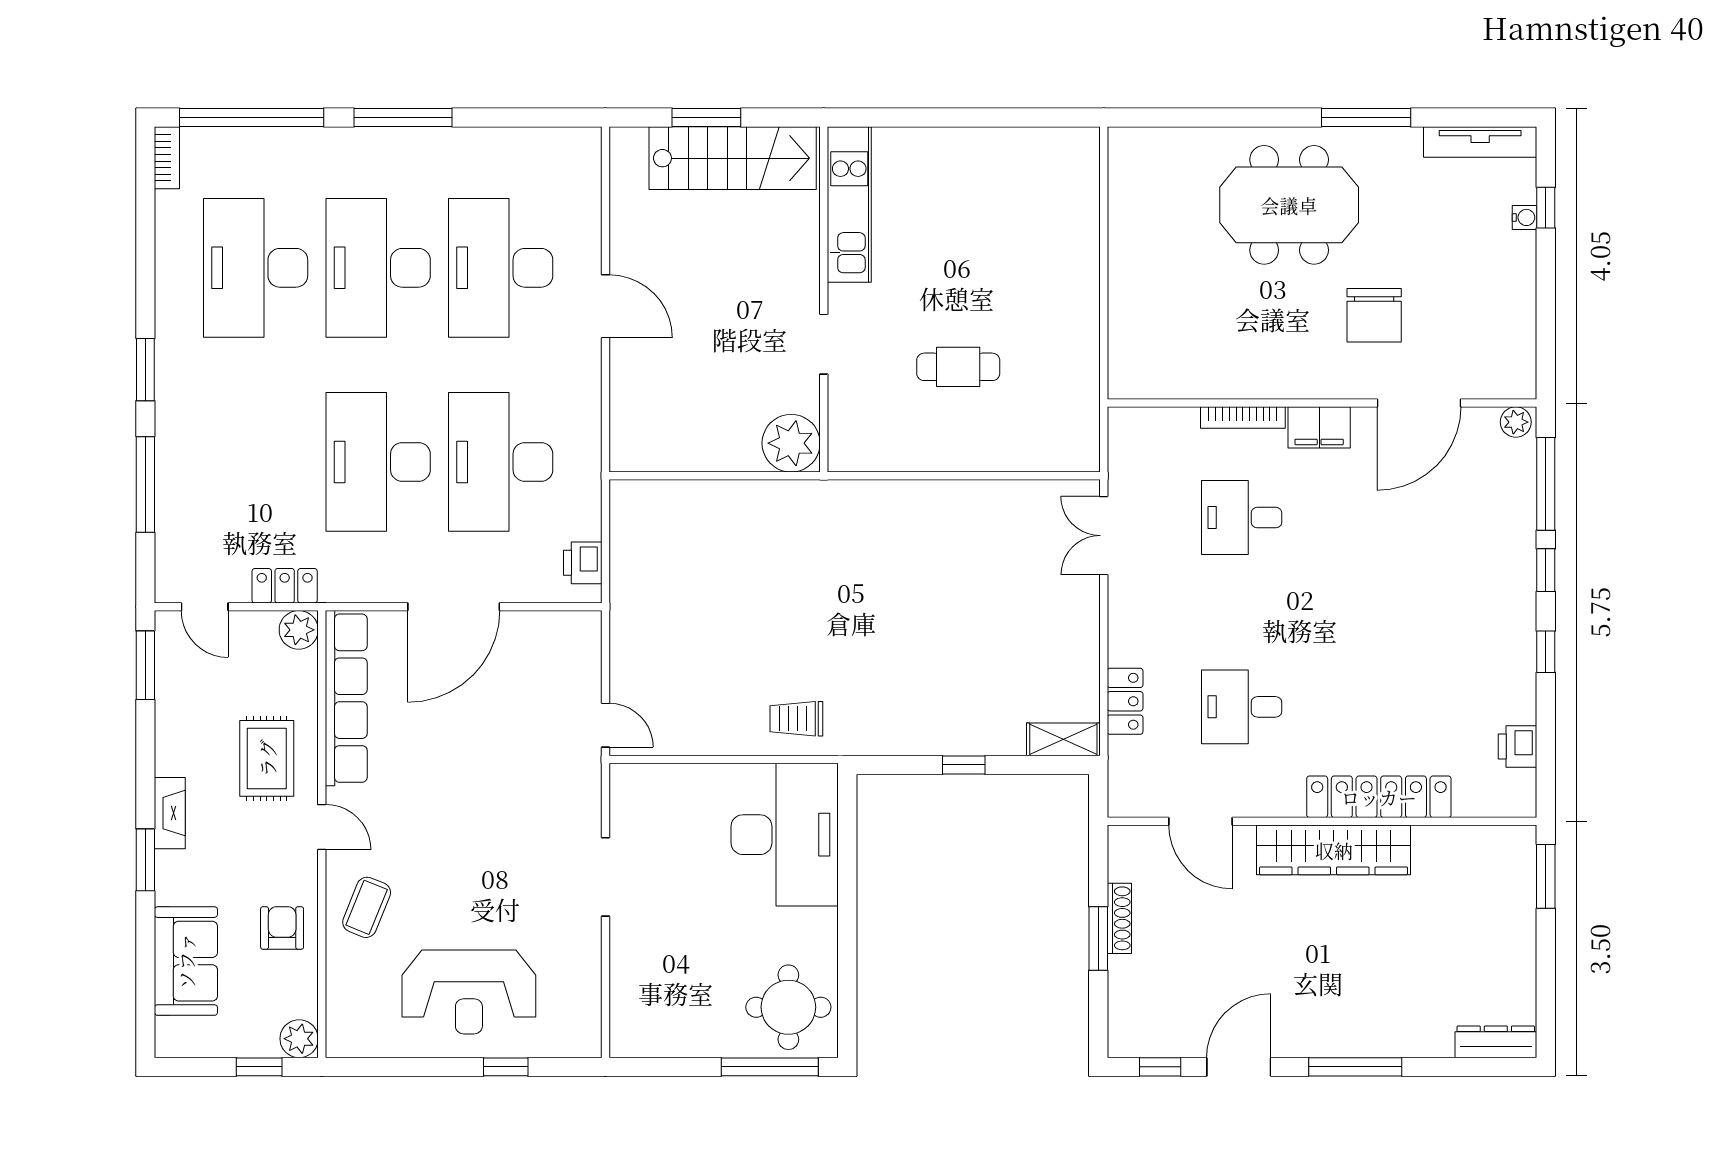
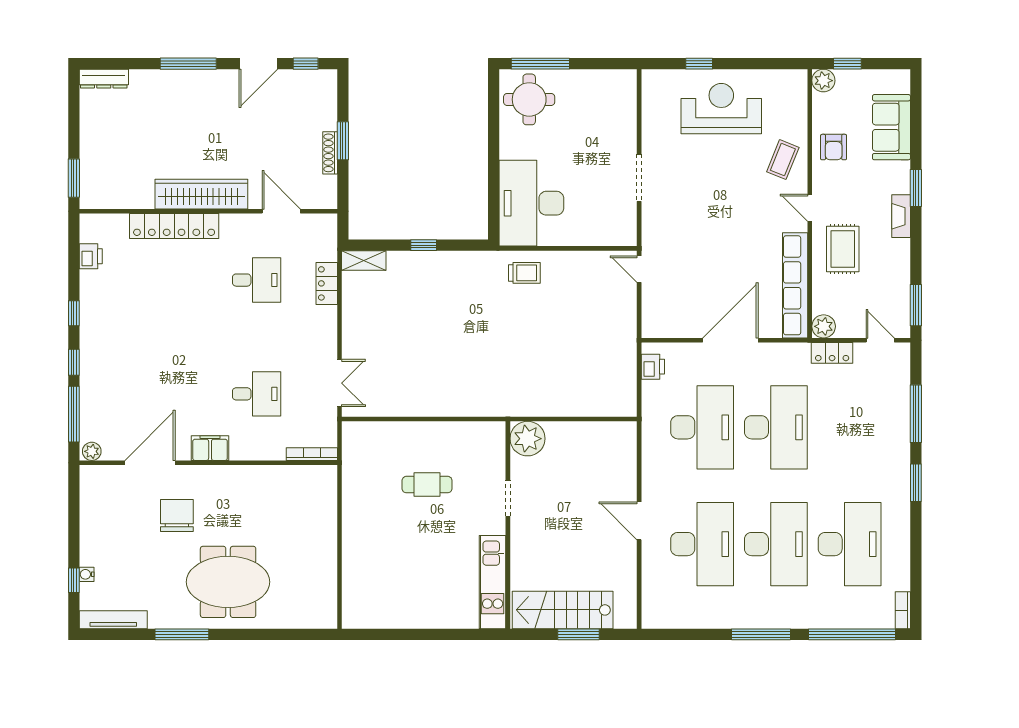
bookcase: (1243, 418) -> (312, 454), moved

